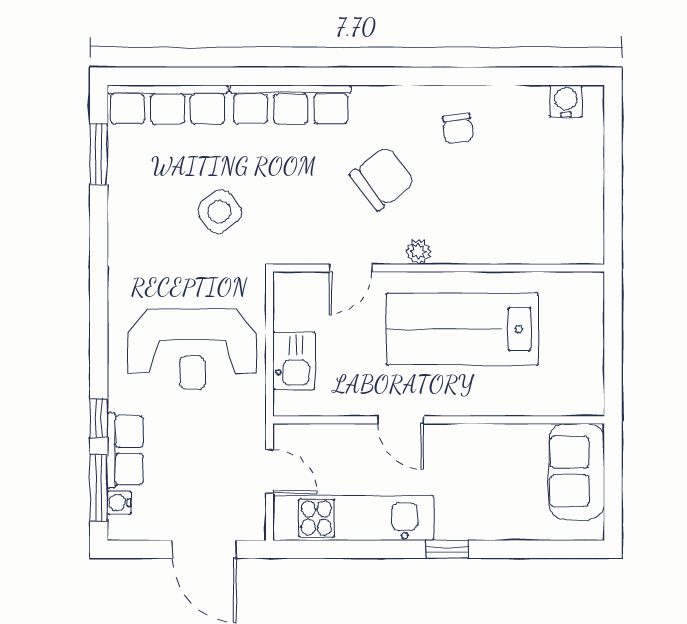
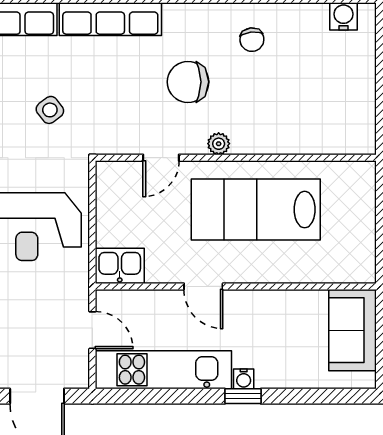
chair: (382, 179) -> (188, 82), turned -143
side table: (219, 212) -> (50, 110), width x0.73, depth x0.73
kitchen sink: (294, 361) -> (120, 266), moved, turned -90
water cooler: (448, 529) -> (244, 379), added

